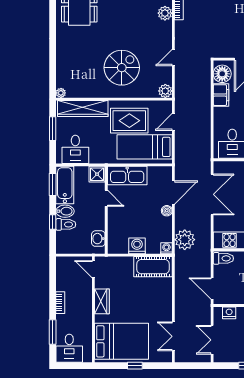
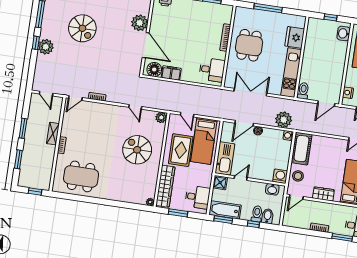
plant: (165, 13) -> (98, 108), removed
door: (173, 193) -> (244, 123), swing flipped
bidet: (65, 211) -> (268, 216), moved
washing machine: (137, 246) -> (280, 176), moved, turned 90
stool: (119, 267) -> (298, 176), added

